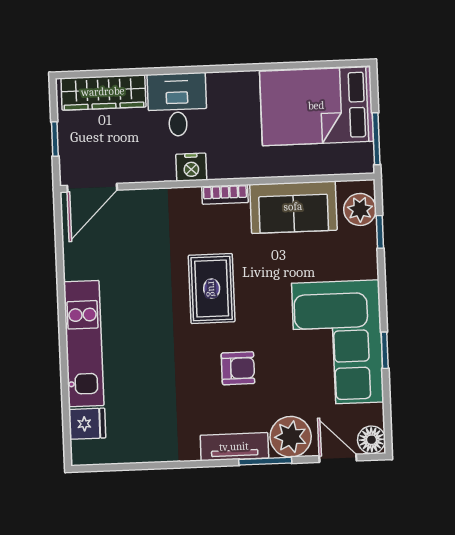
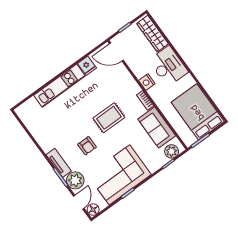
desk: (177, 105) -> (168, 66), width x1.37
fridge: (87, 424) -> (87, 66), moved

